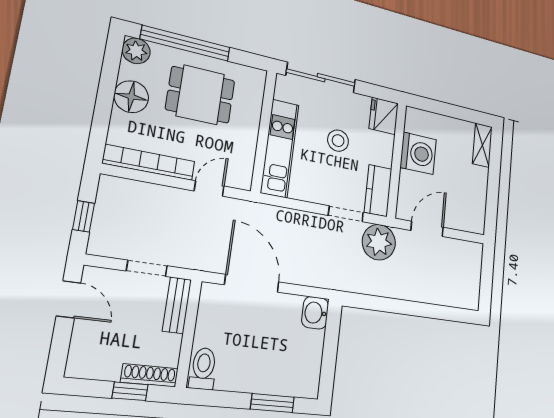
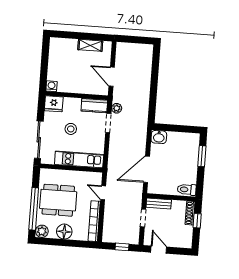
dining table: (200, 95) -> (58, 200), width x1.38
shelving: (482, 145) -> (90, 45), moved
washing machine: (418, 153) -> (51, 86), moved, width x0.53, depth x0.53
plant: (379, 242) -> (117, 108), width x0.53, depth x0.53
door: (69, 299) -> (159, 250), hinge flipped

